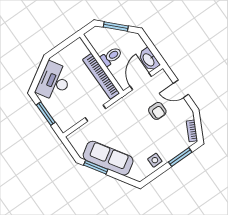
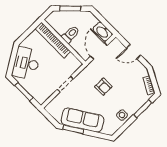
bookcase: (101, 76) -> (53, 40), moved
armchair: (157, 111) -> (103, 87), moved

